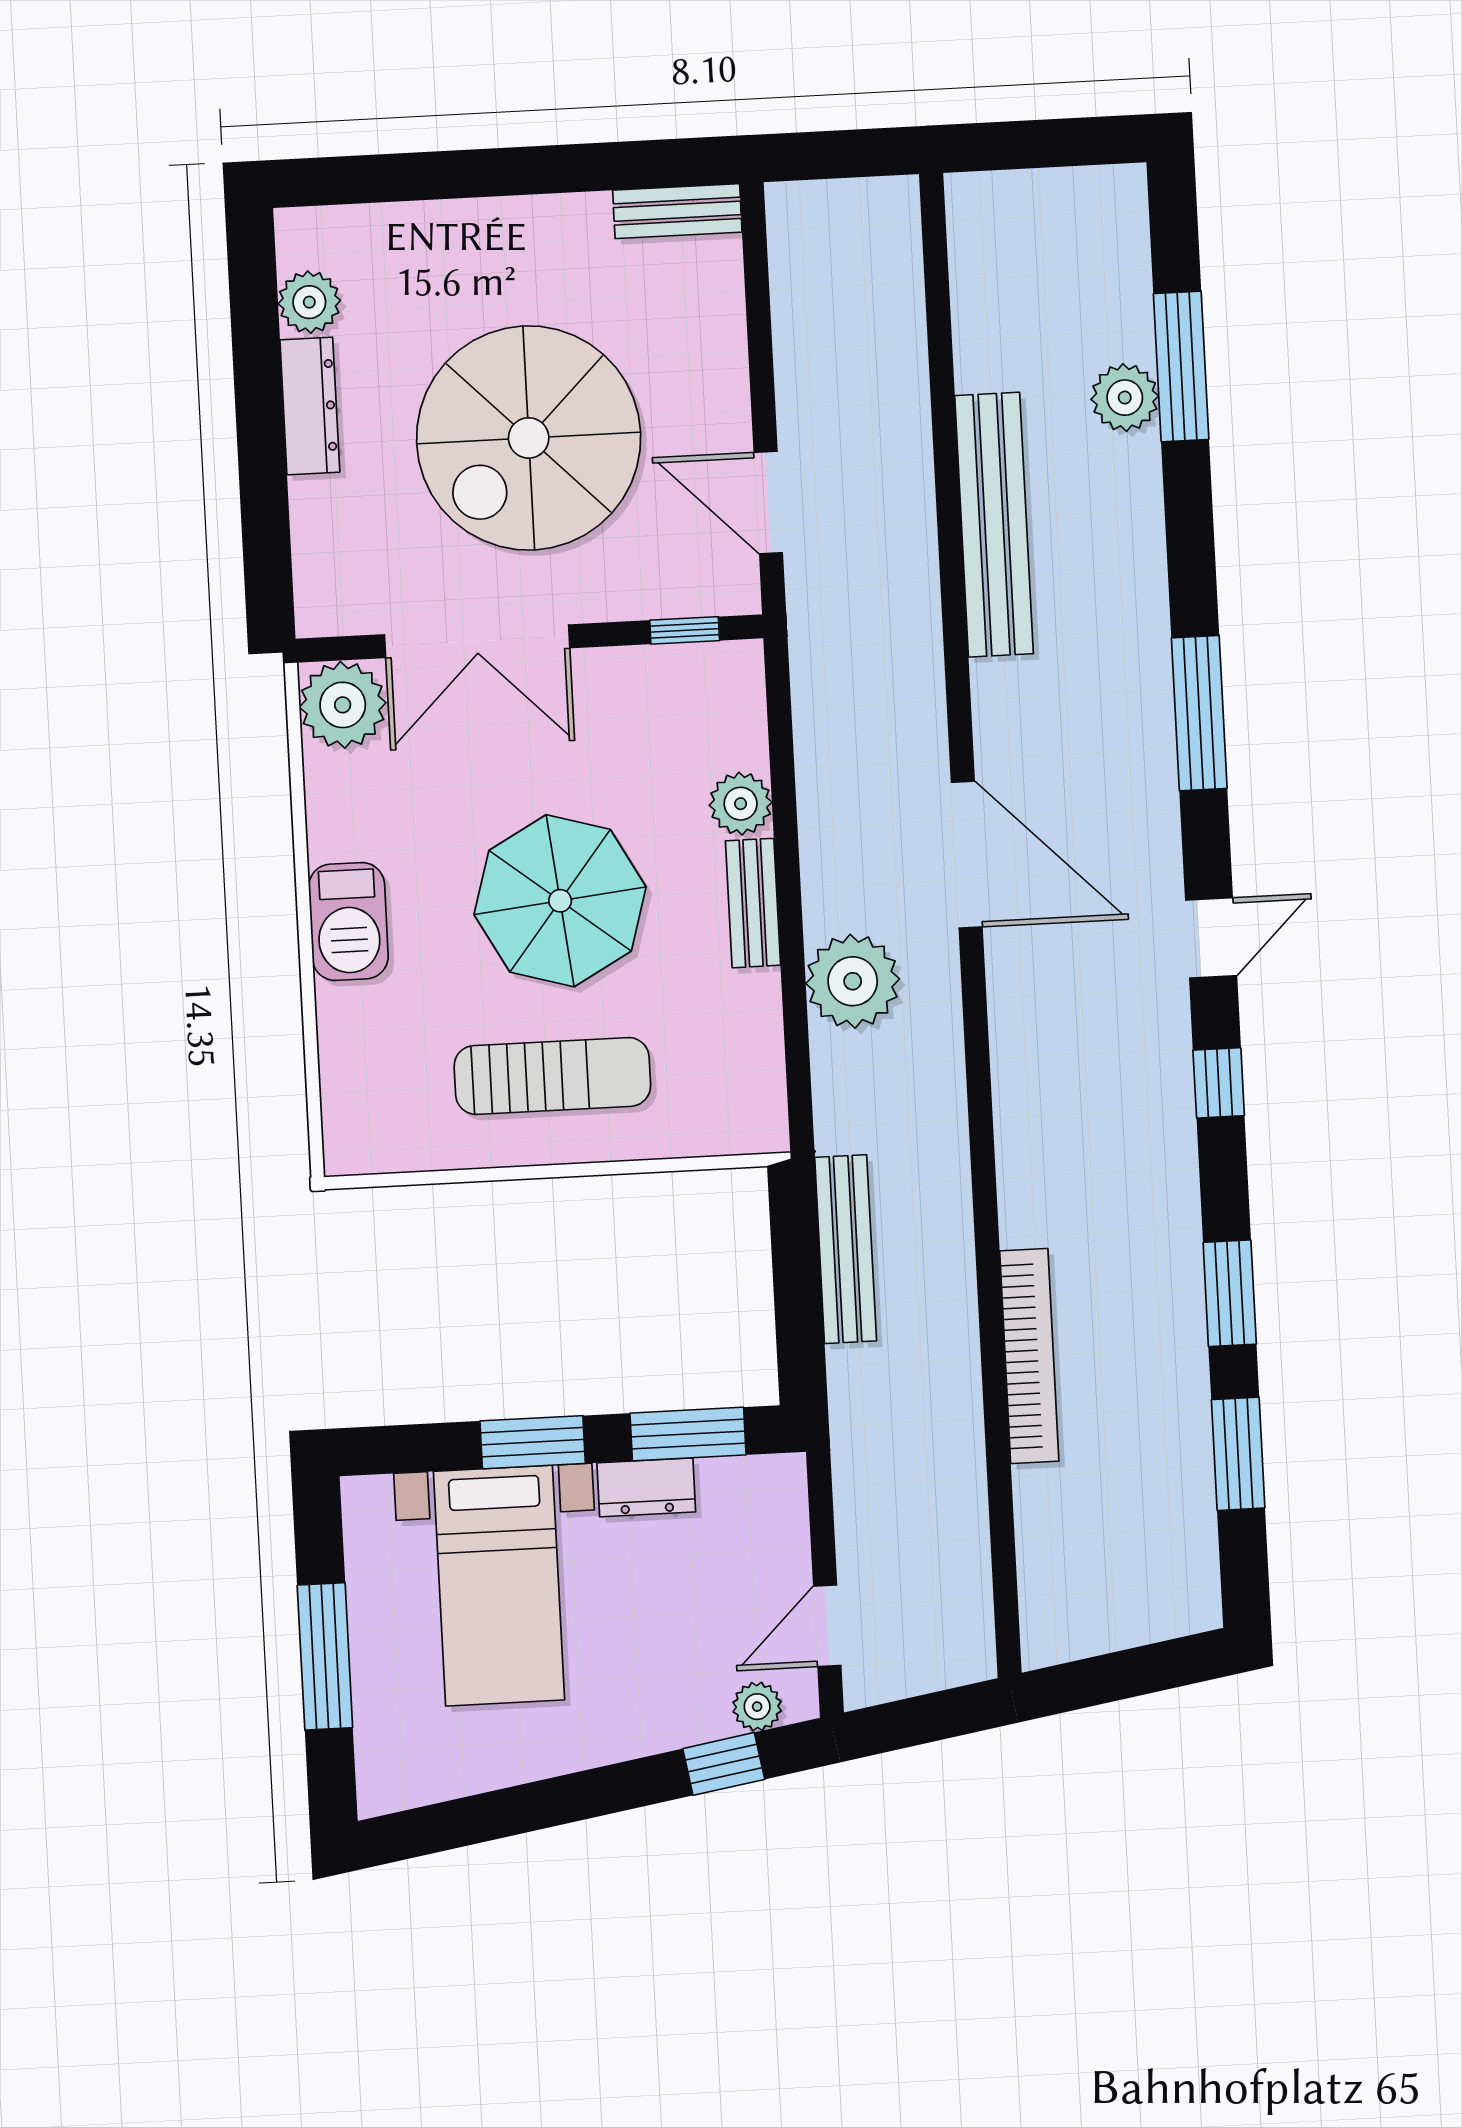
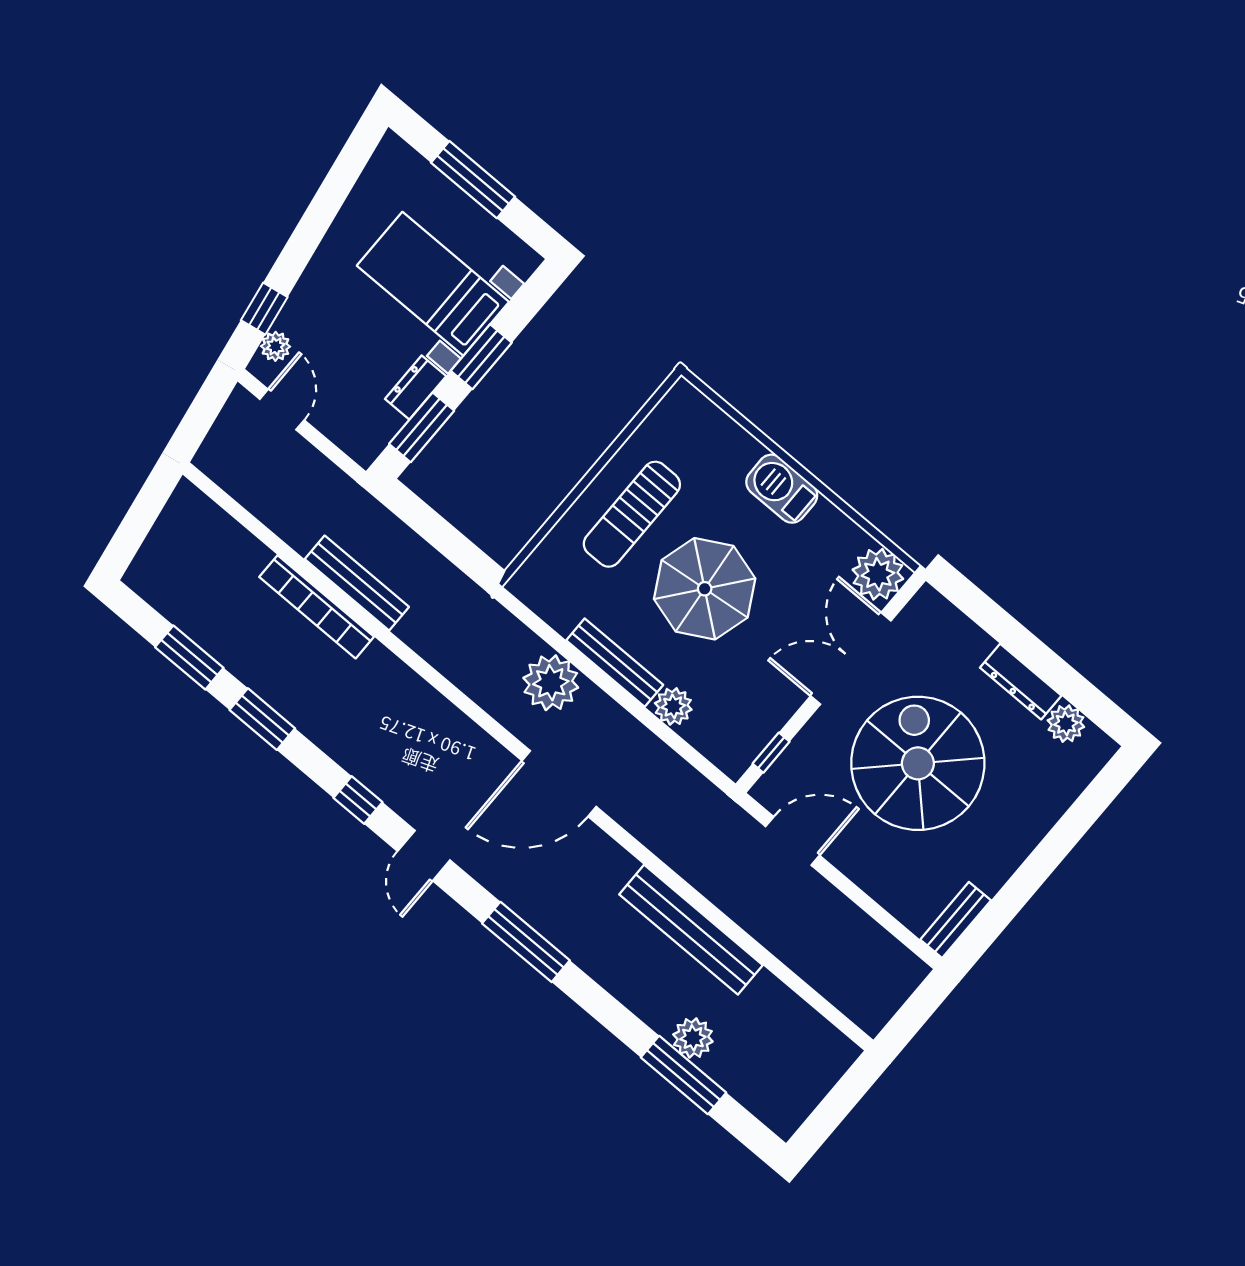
bench: (753, 903) -> (615, 663), width x1.36
bench: (846, 1249) -> (357, 583), moved

